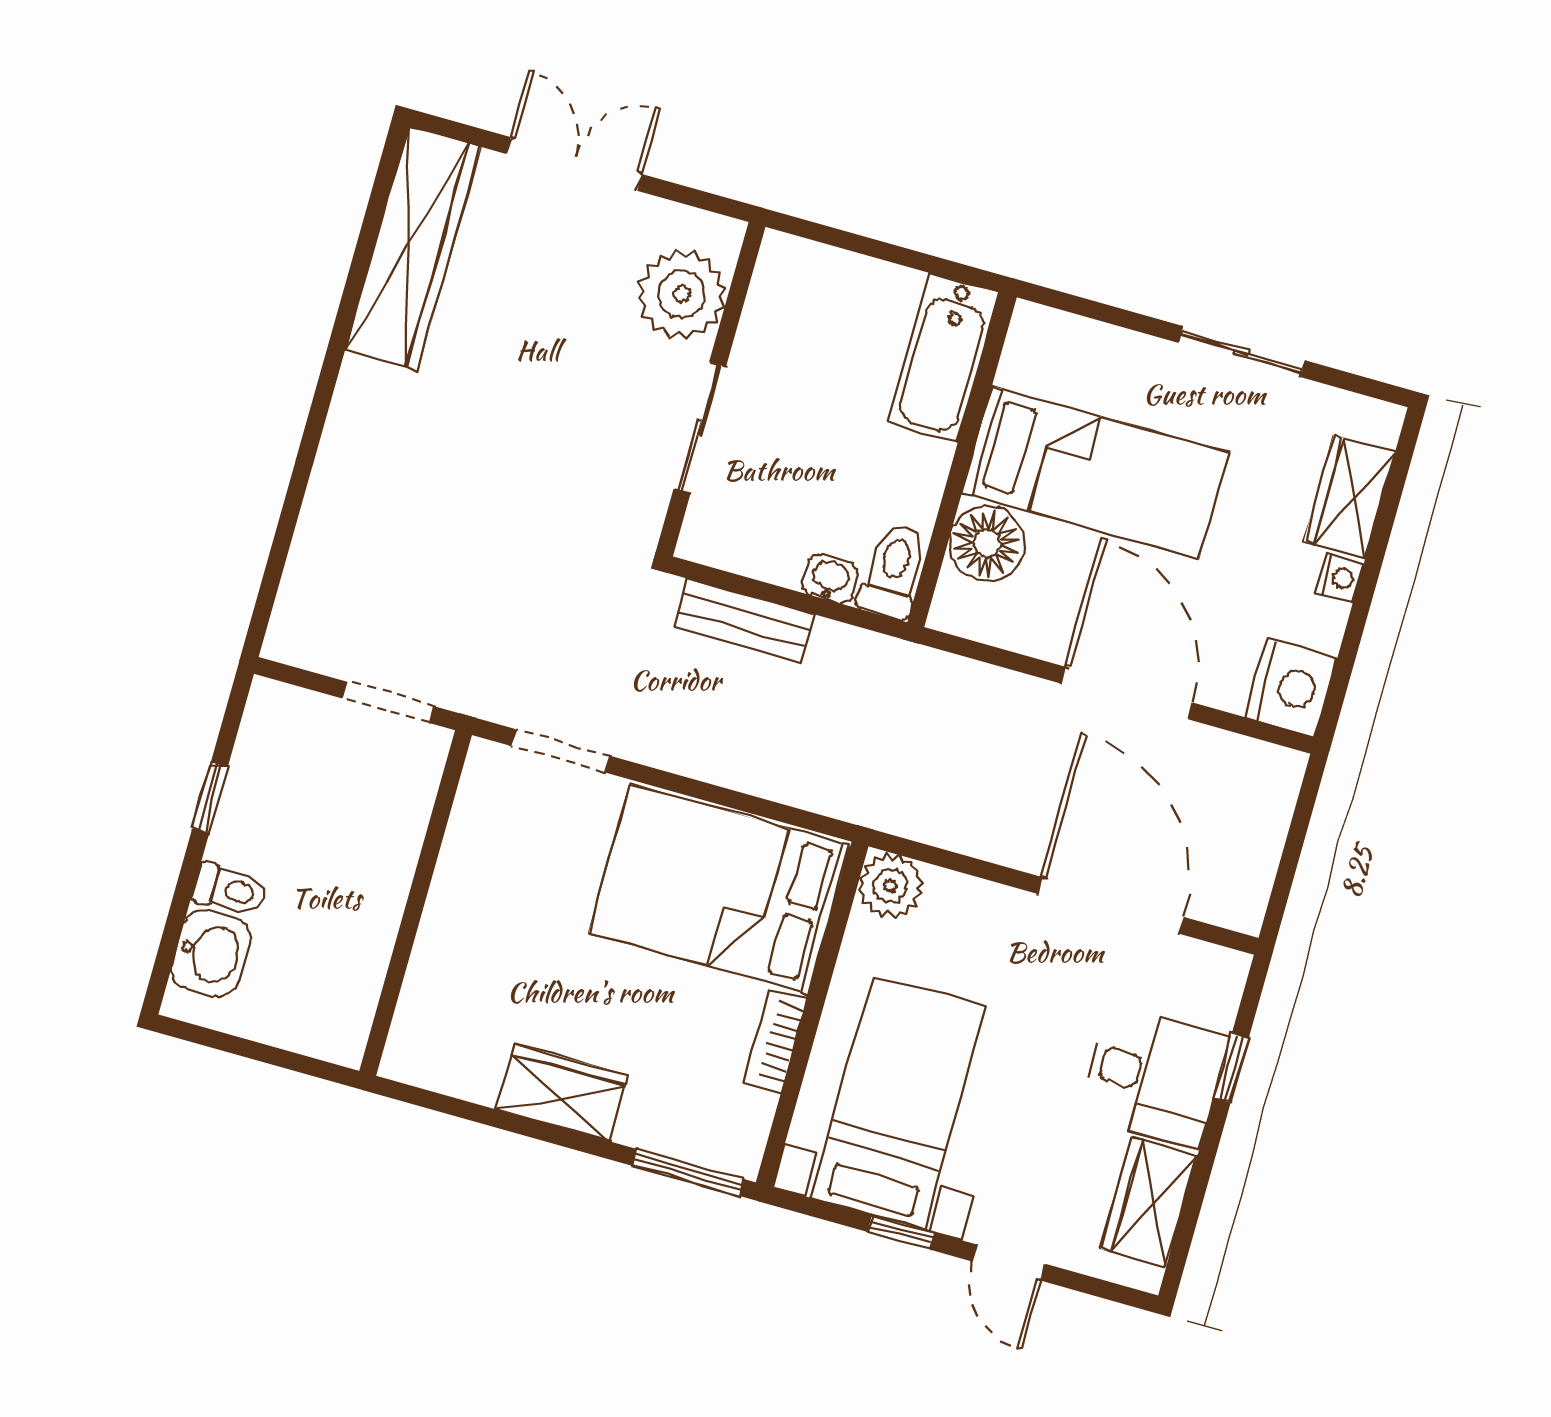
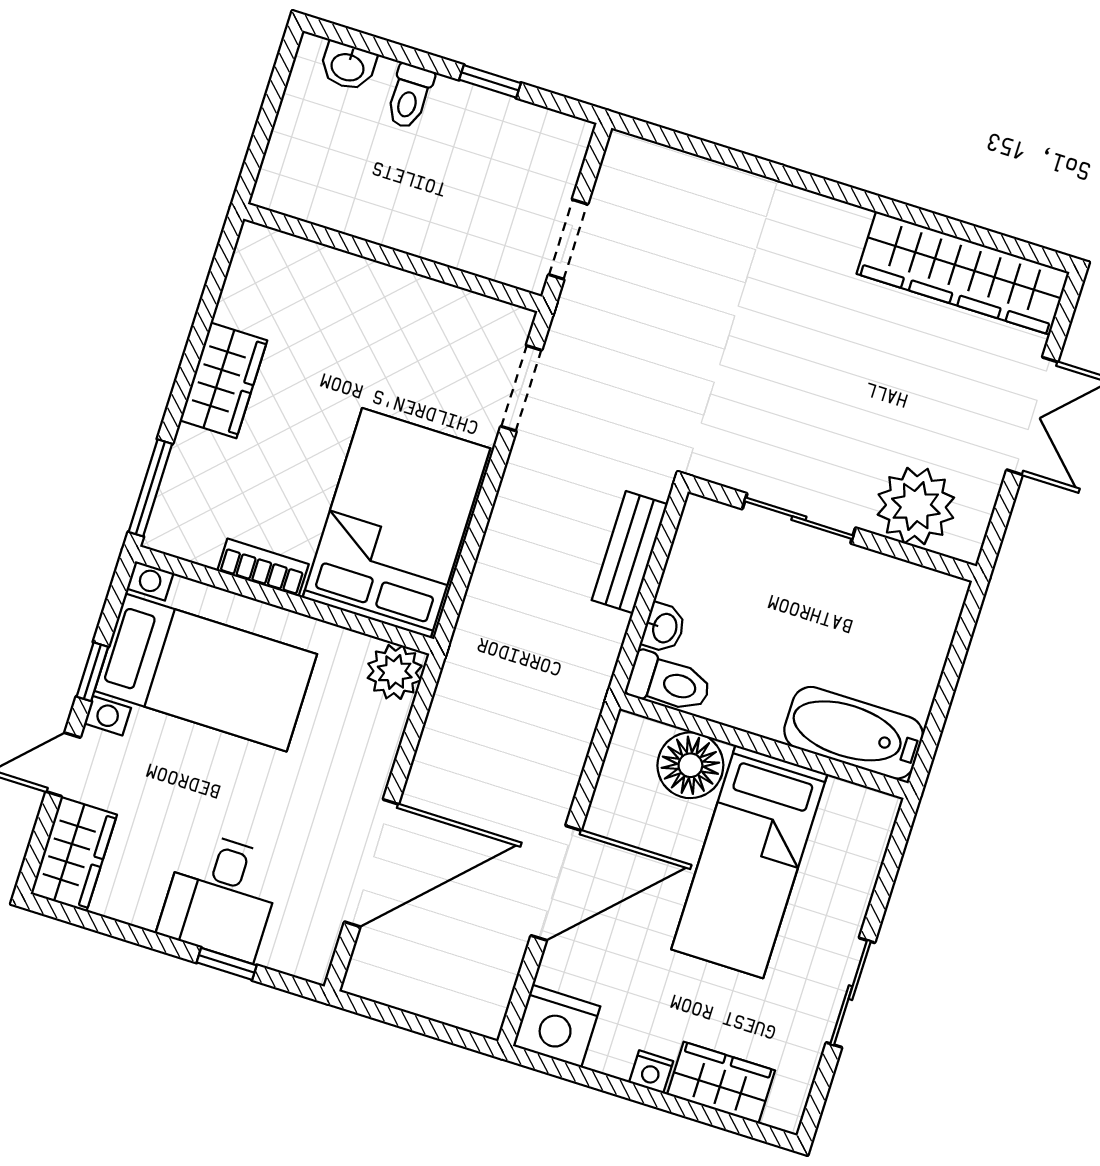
washbasin: (211, 953) -> (348, 66), width x0.72, depth x0.69
wardrobe: (1149, 1202) -> (74, 854), moved, turned 90

